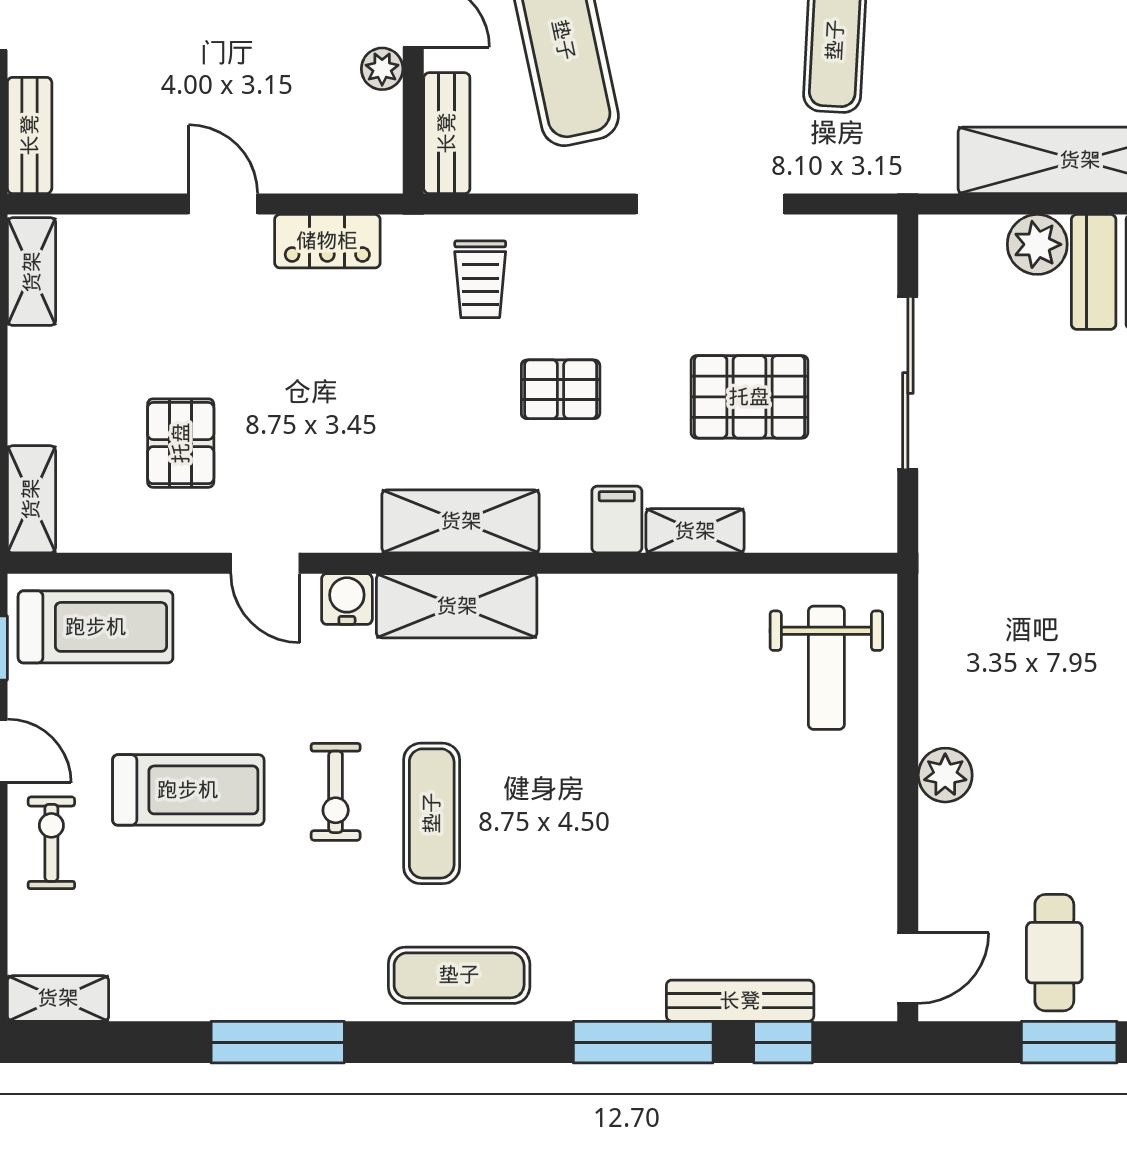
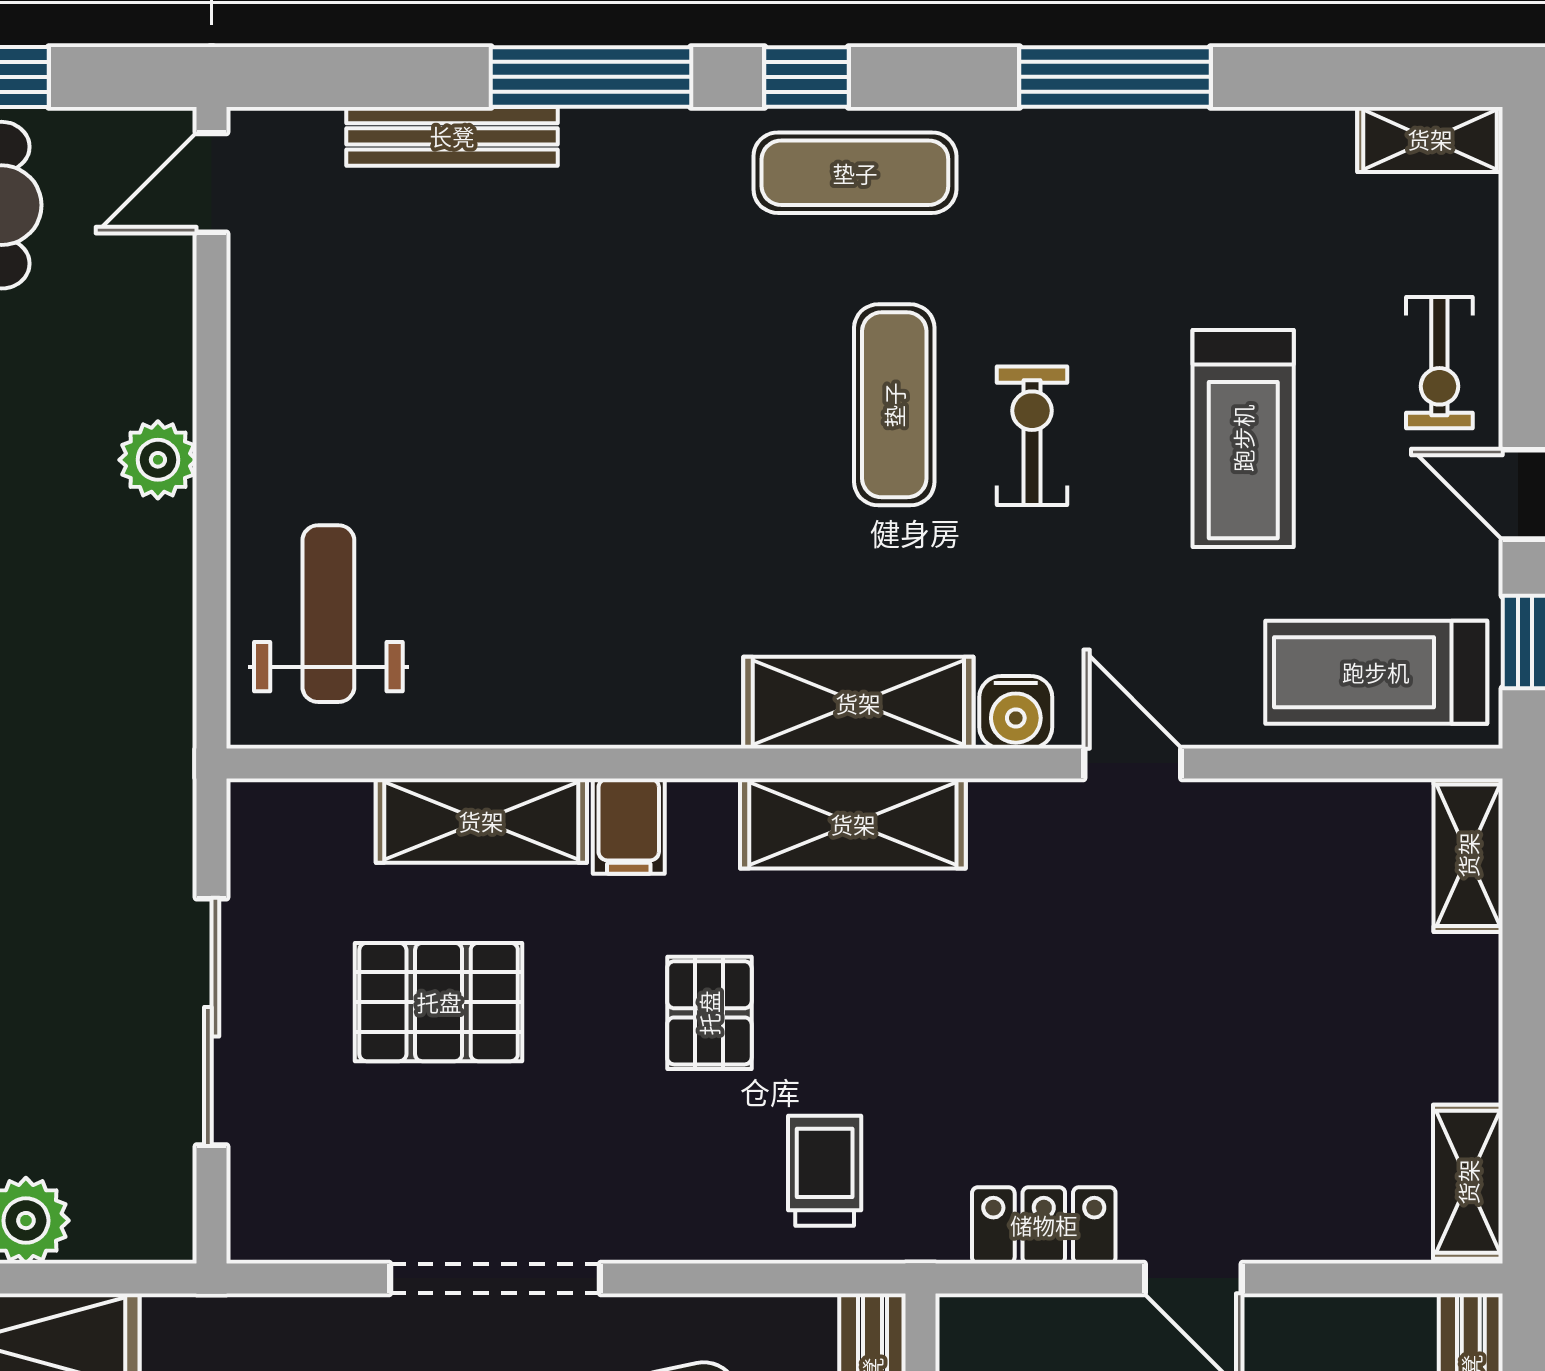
pallet: (561, 389) -> (709, 1013), turned 90
pallet: (181, 443) -> (1254, 936), removed
shelving: (695, 531) -> (481, 821), width x1.50, depth x1.33
treadmill: (188, 790) -> (1243, 438), turned -90
window: (783, 1042) -> (807, 77), moved

